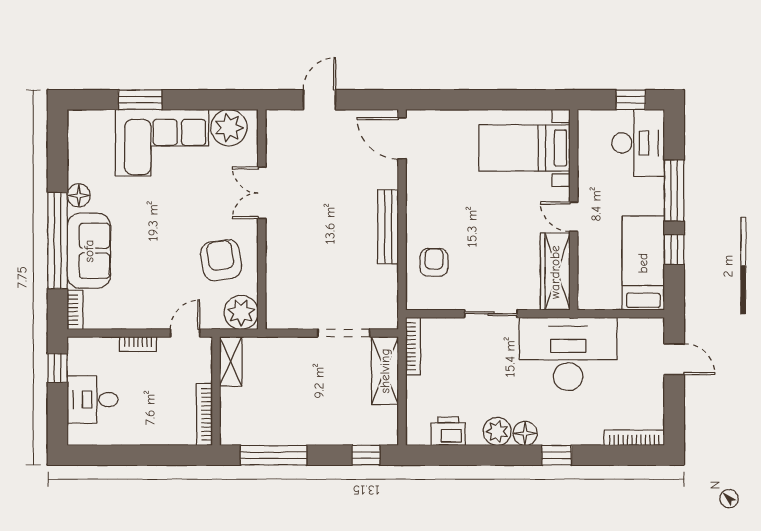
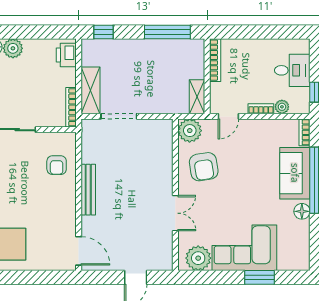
plant: (108, 347) -> (282, 107), added
printer: (448, 431) -> (66, 55), moved, turned 90

